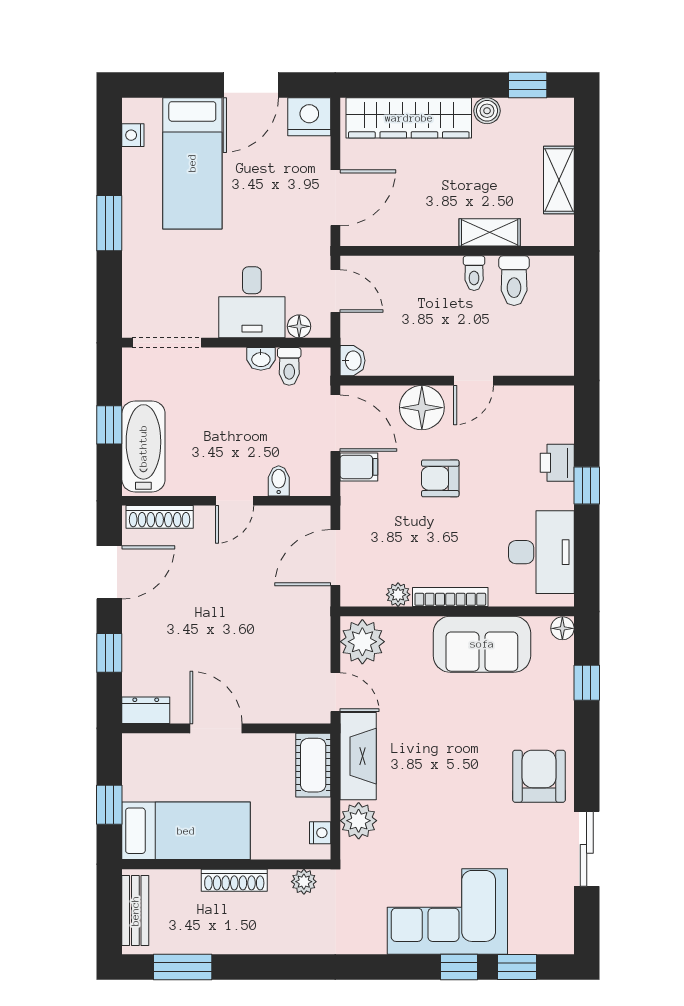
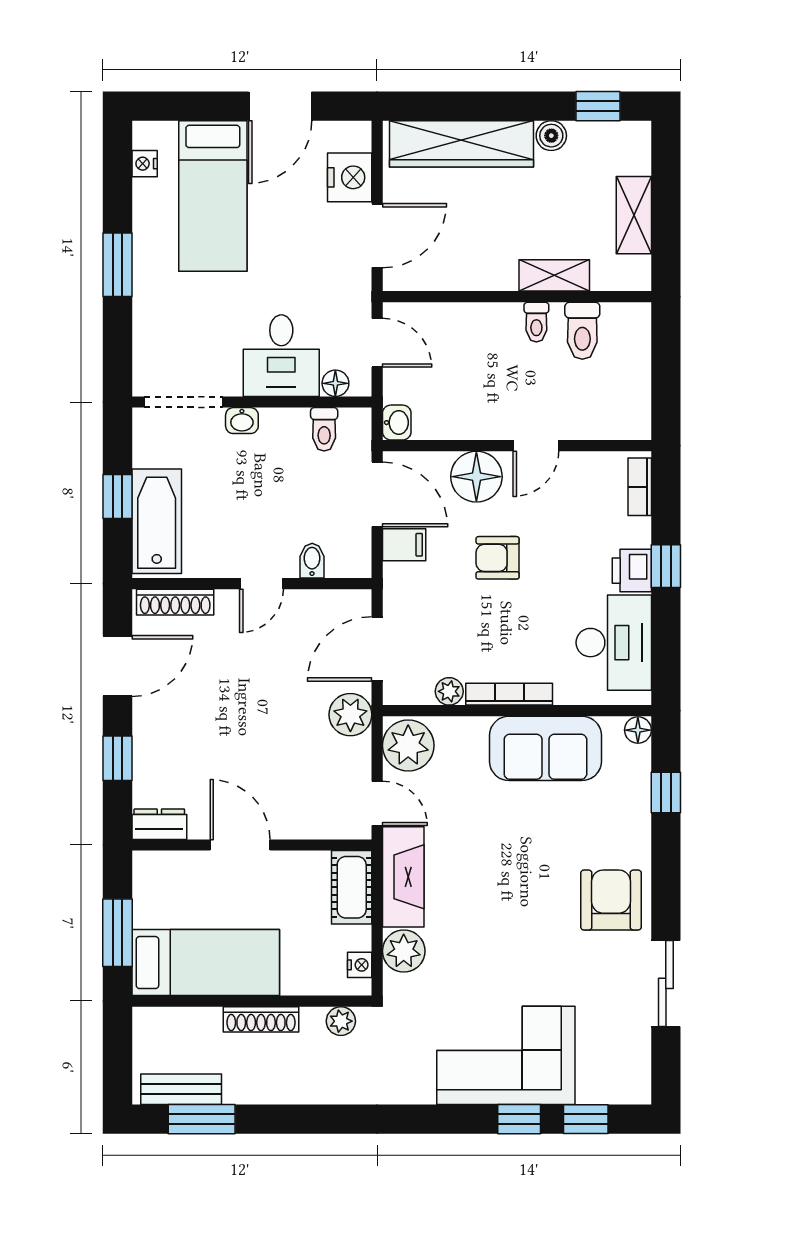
nightstand: (309, 117) -> (350, 177), moved, turned 90
washbasin: (261, 359) -> (242, 421), moved
bookcase: (564, 416) -> (640, 487), added
printer: (557, 463) -> (632, 571), moved
plant: (312, 615) -> (350, 715), added
window: (109, 805) -> (117, 933), width x1.50
bench: (135, 911) -> (181, 1089), moved, turned 90

